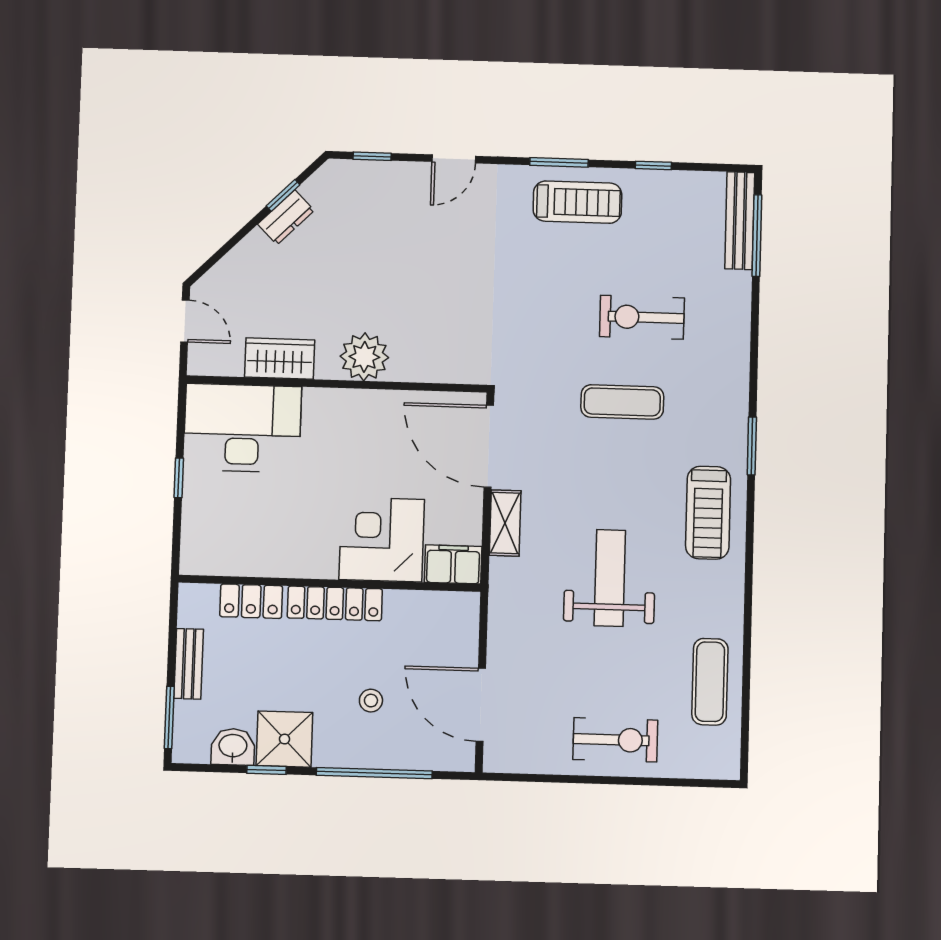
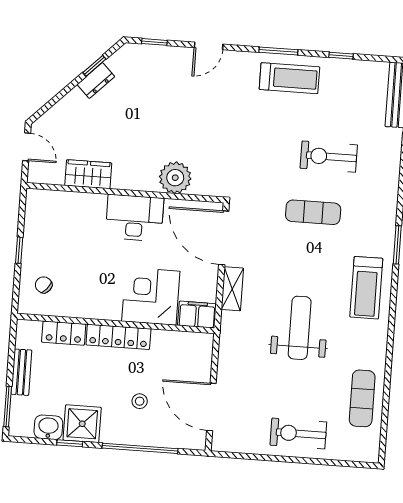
plant: (364, 357) -> (175, 178), moved
desk: (242, 428) -> (135, 218), moved, width x0.73, depth x0.77
chair: (218, 529) -> (44, 285), added
exercise bike: (615, 740) -> (298, 434), turned 180

